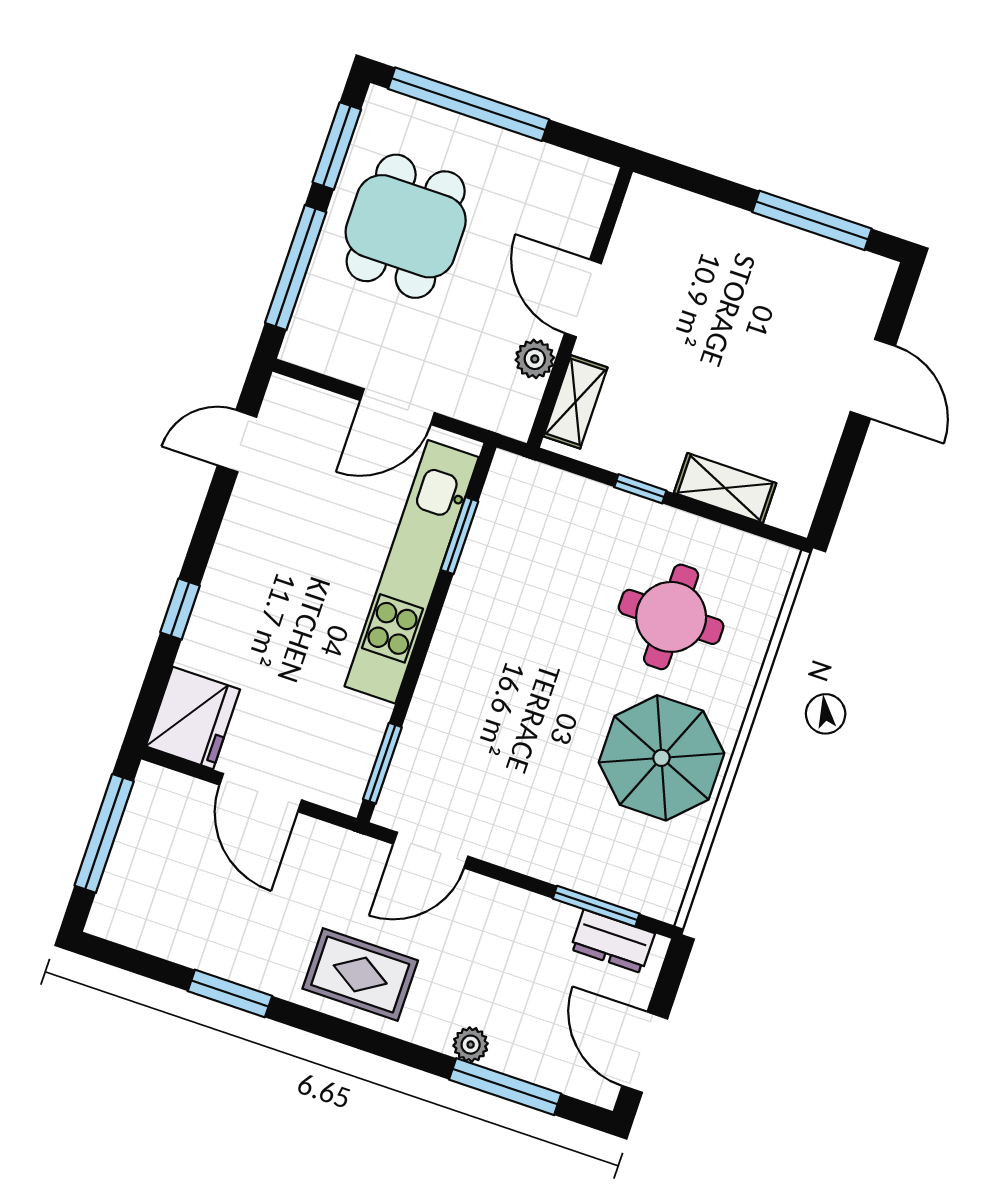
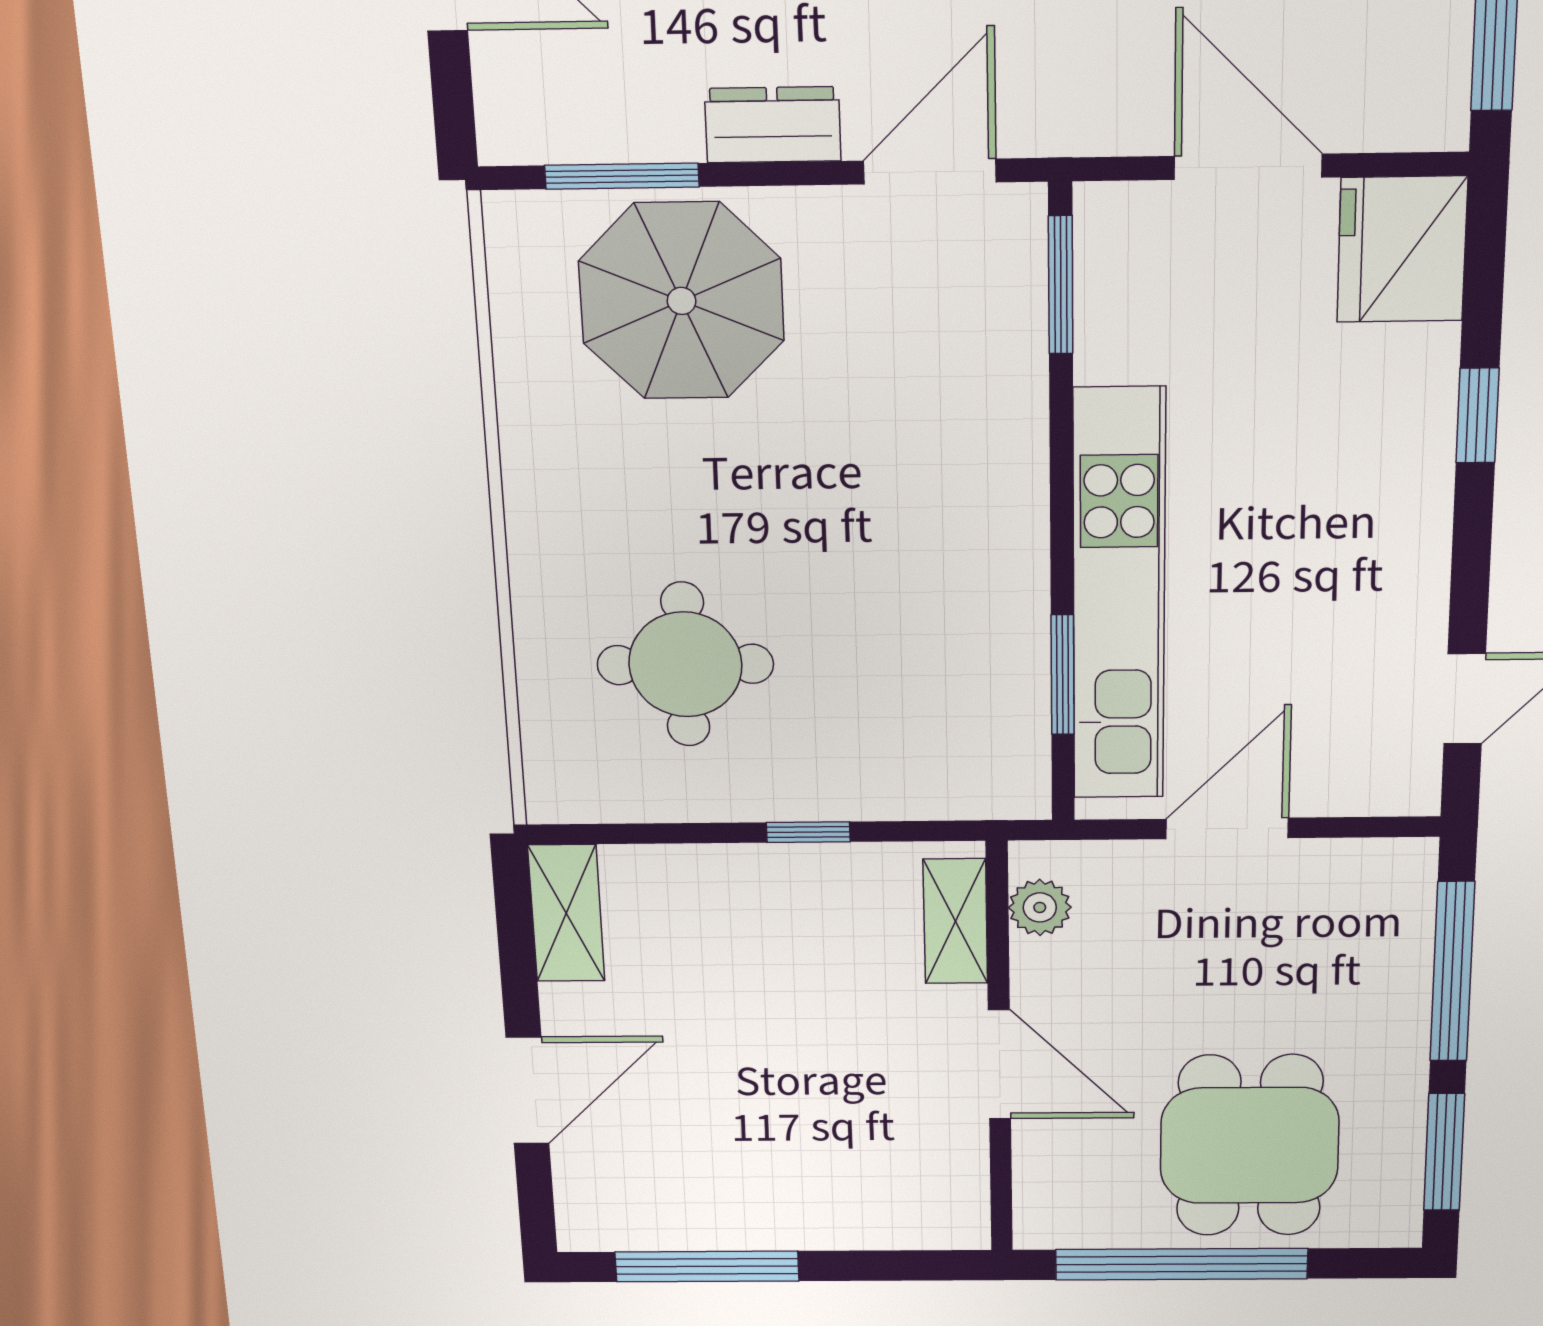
window: (469, 104) -> (1182, 1264), moved
dining table: (406, 226) -> (1249, 1146), moved
plant: (535, 359) -> (1040, 907), moved
door: (873, 379) -> (528, 1091), swing flipped
shelving: (725, 488) -> (566, 913), moved, turned 90
parasol: (662, 758) -> (682, 301), moved
dresser: (613, 941) -> (773, 125), moved

